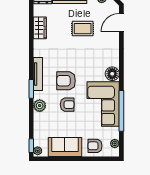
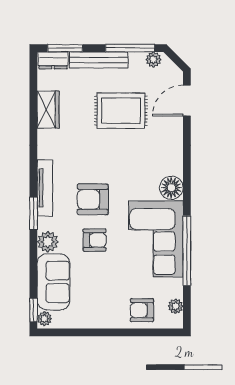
rug: (83, 29) -> (121, 111), width x1.36, depth x1.43
sofa: (65, 147) -> (53, 282), moved, turned 90

